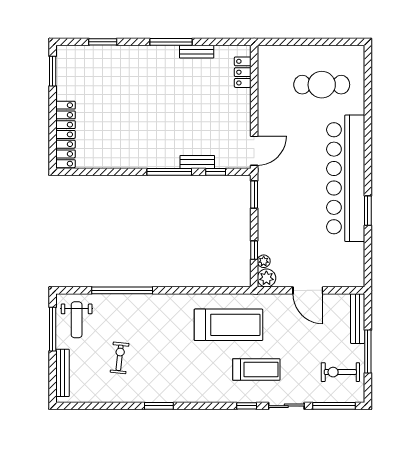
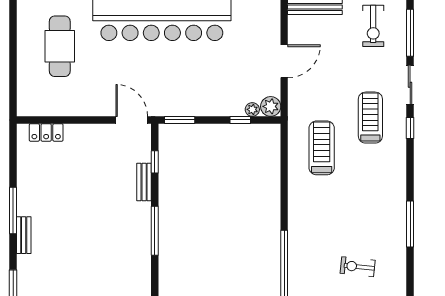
bench: (197, 52) -> (24, 235), moved
window: (169, 172) -> (155, 231), moved
treadmill: (228, 325) -> (322, 148), width x0.73, depth x0.73
window: (159, 406) -> (410, 224), width x1.44

